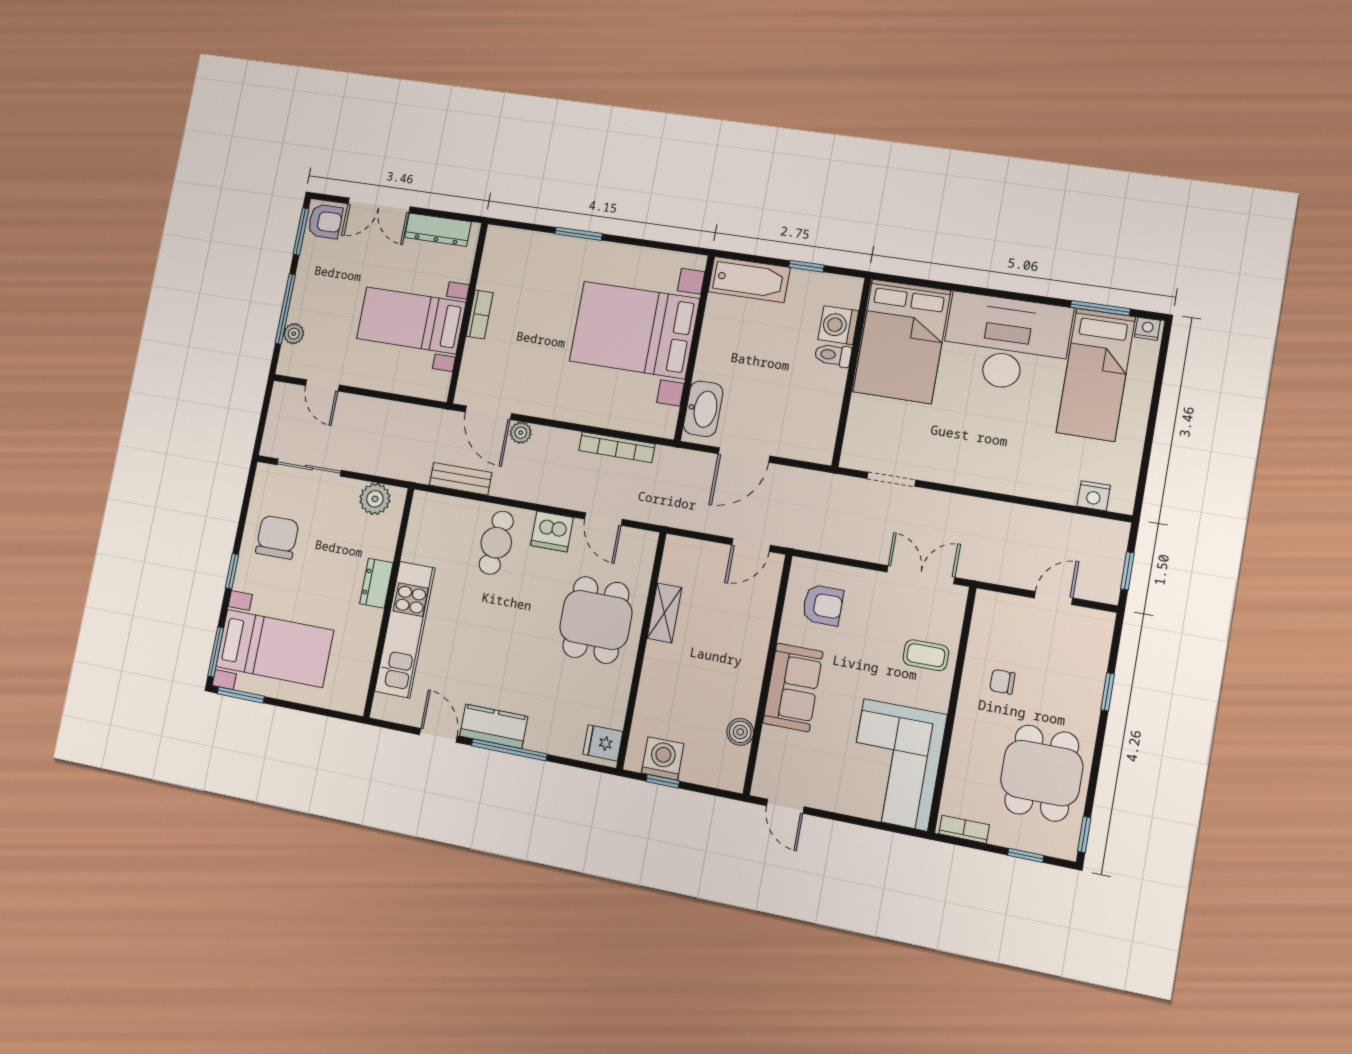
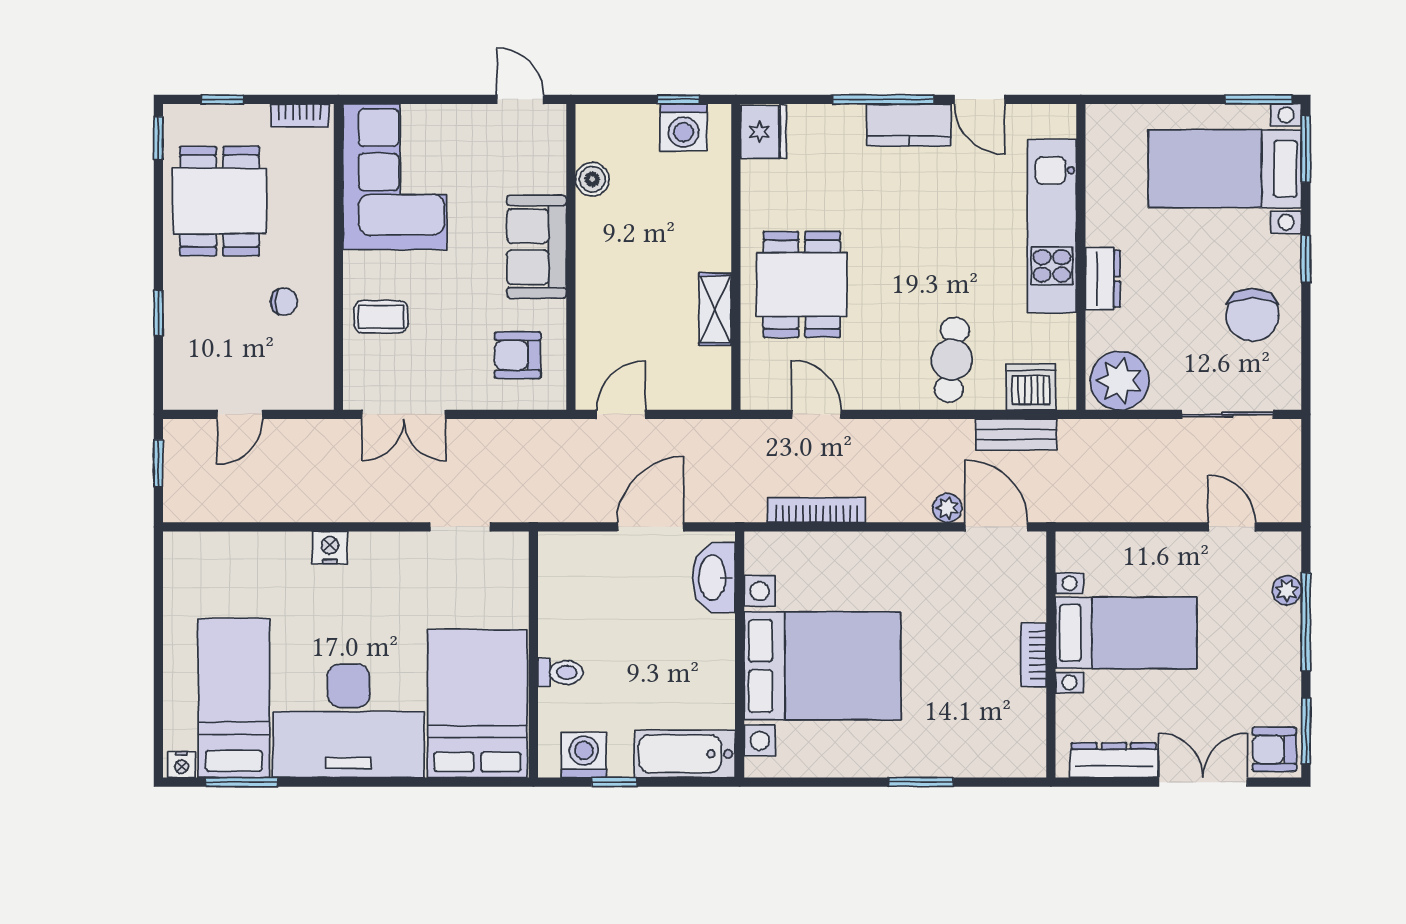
washing machine: (838, 325) -> (584, 755), moved, turned -90
nightstand: (1094, 496) -> (330, 548), moved
plant: (375, 499) -> (1120, 381), width x1.36, depth x1.36
dishwasher: (552, 532) -> (1031, 387), moved
fridge: (603, 743) -> (763, 132), width x1.38

